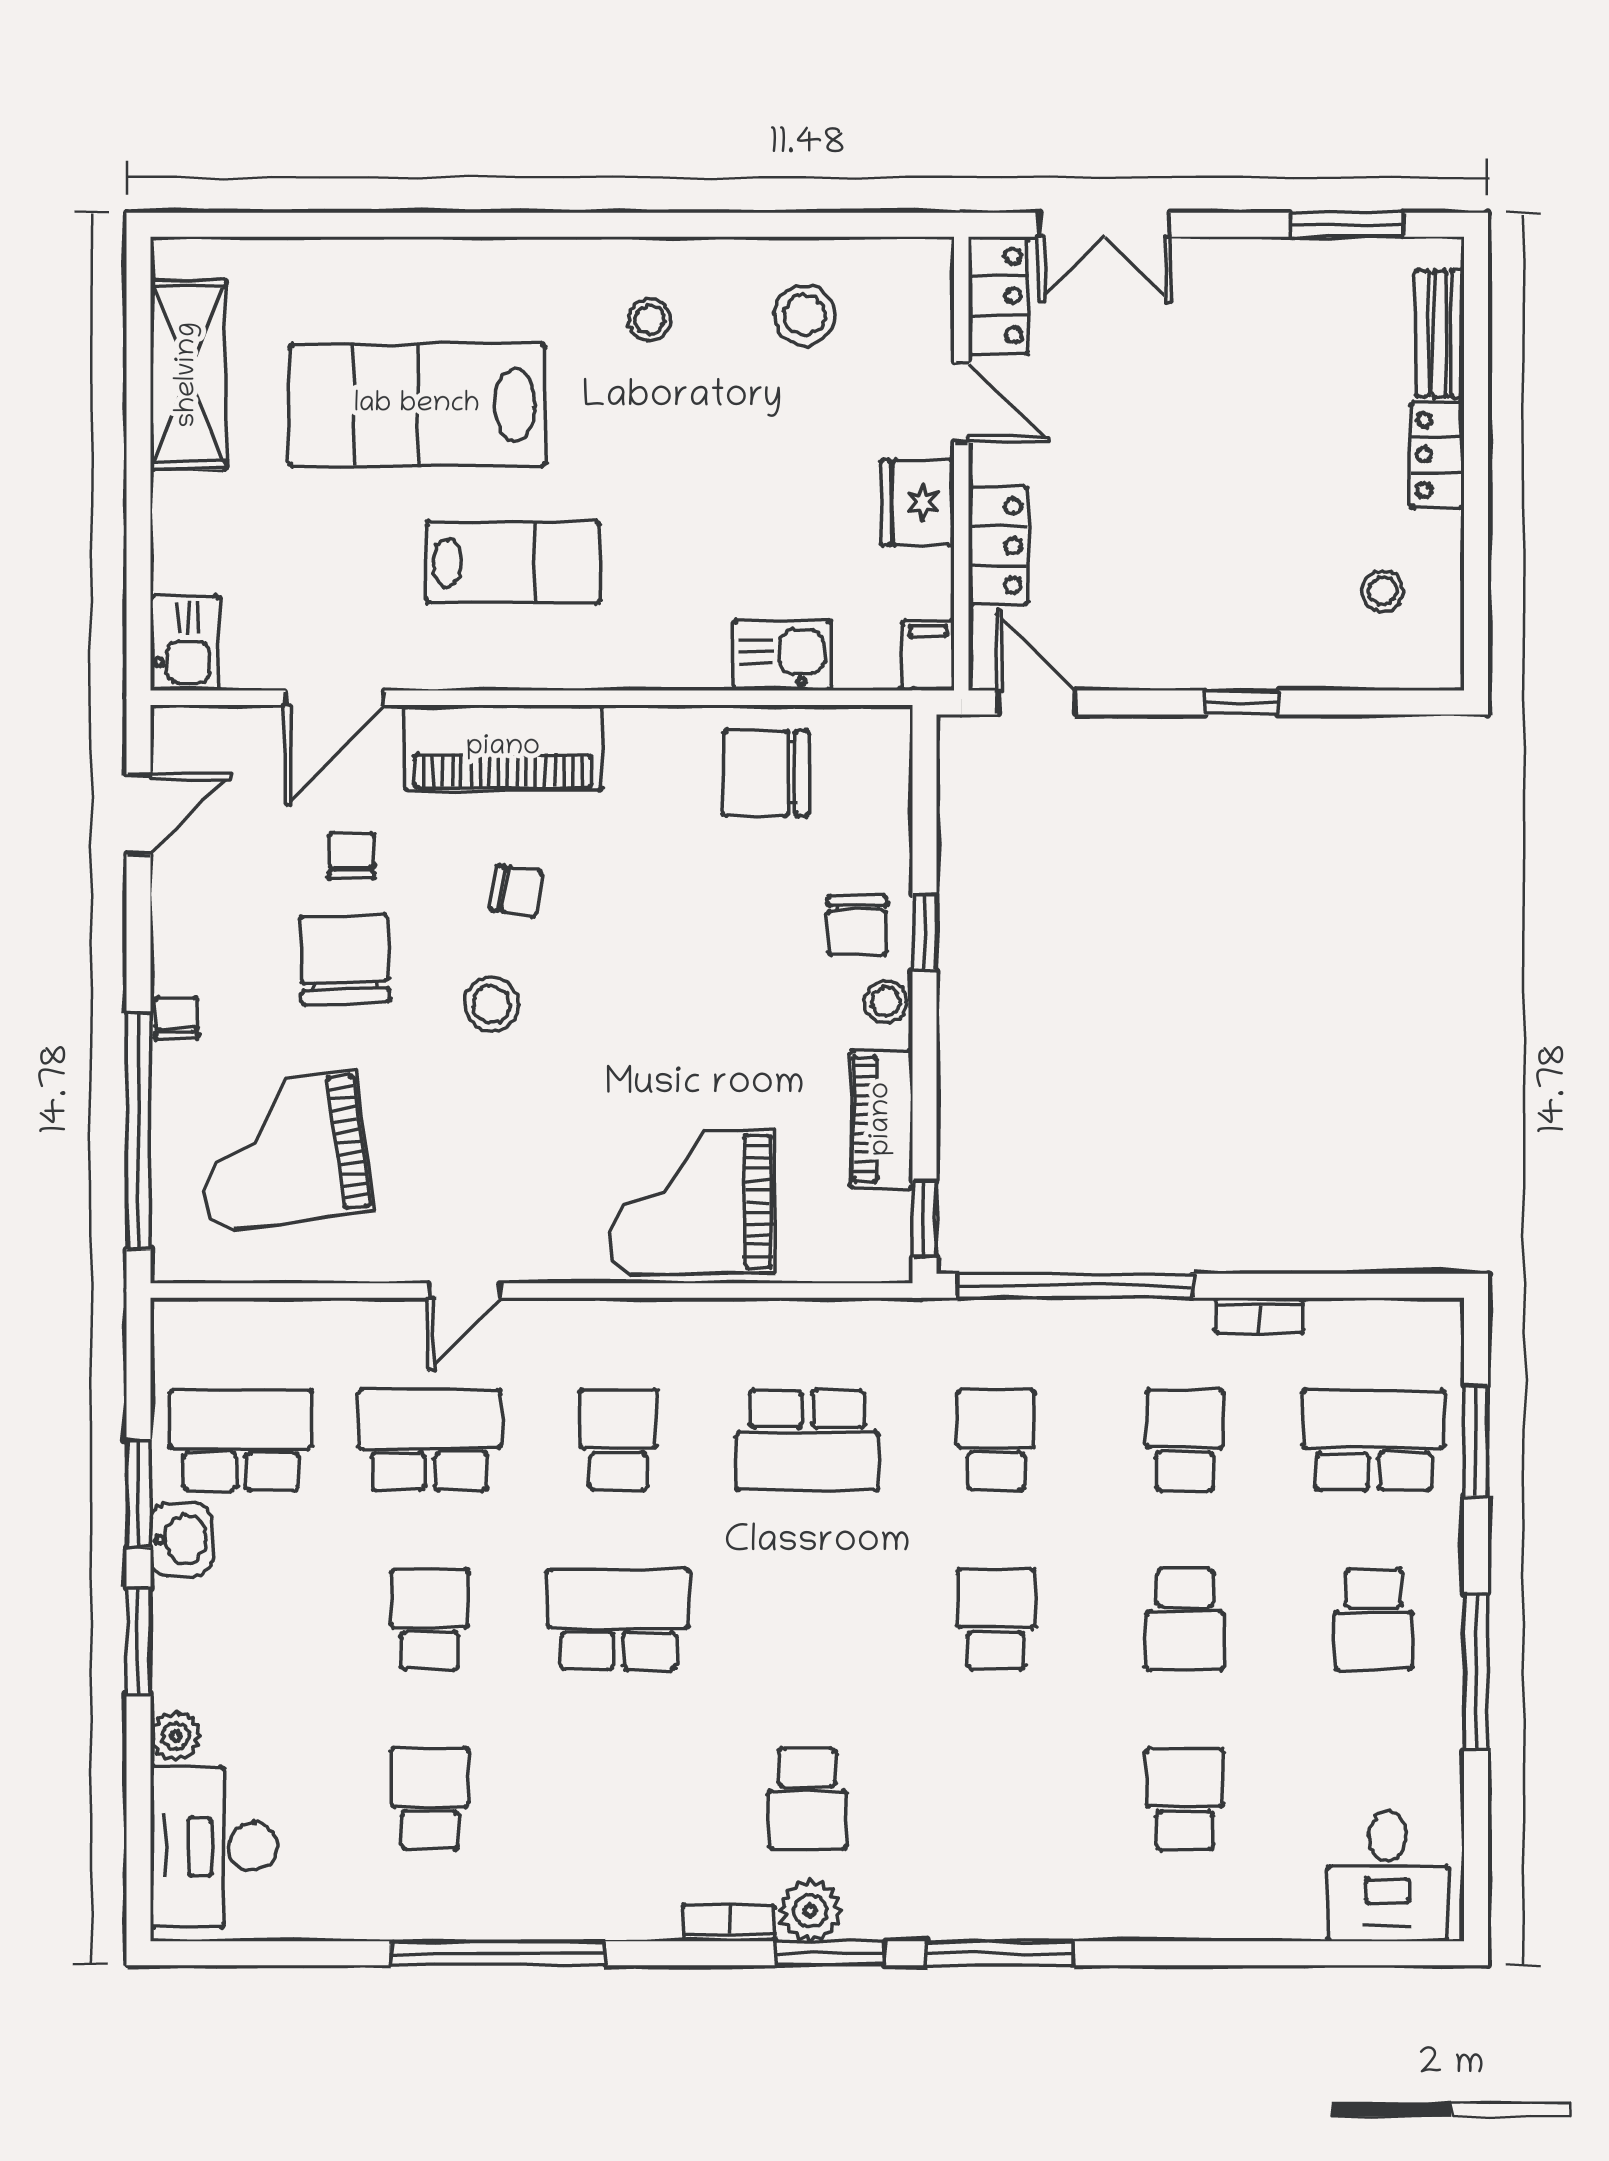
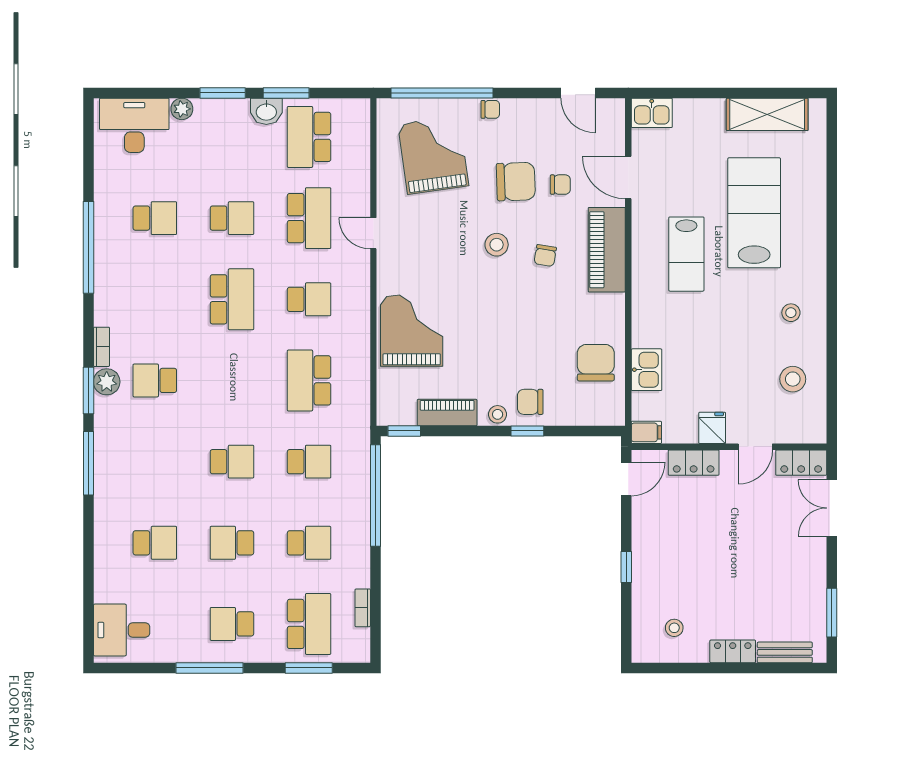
fridge: (917, 503) -> (712, 428), width x0.72
bookcase: (1260, 1315) -> (363, 608), moved
school desk: (241, 1440) -> (309, 137), turned 180

